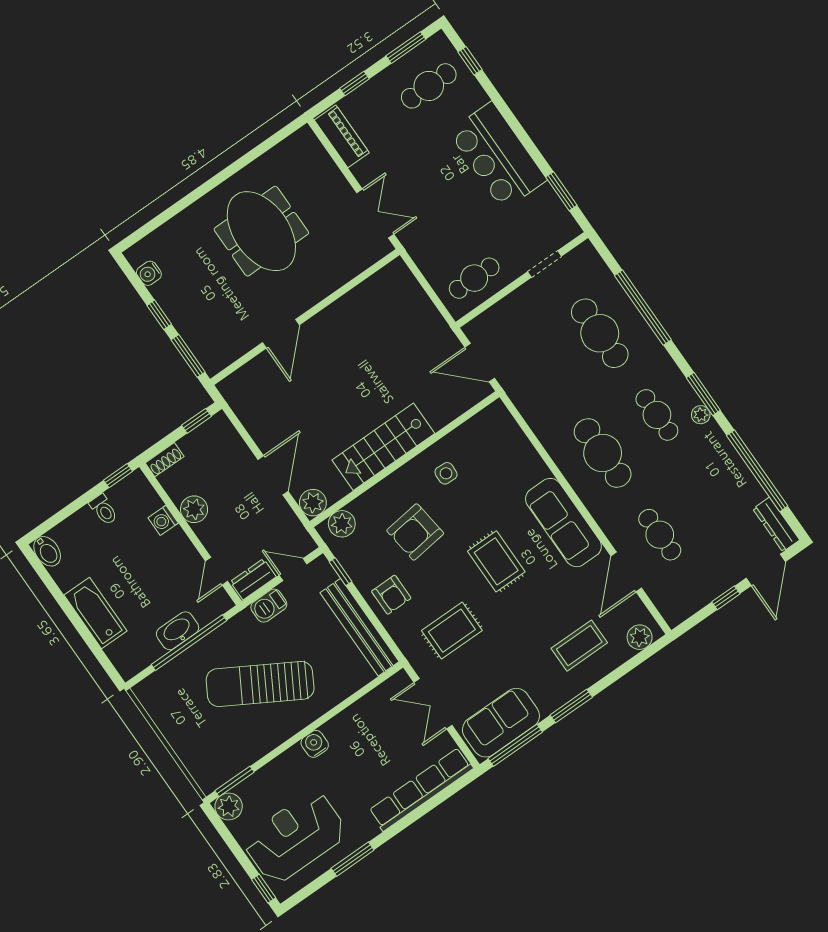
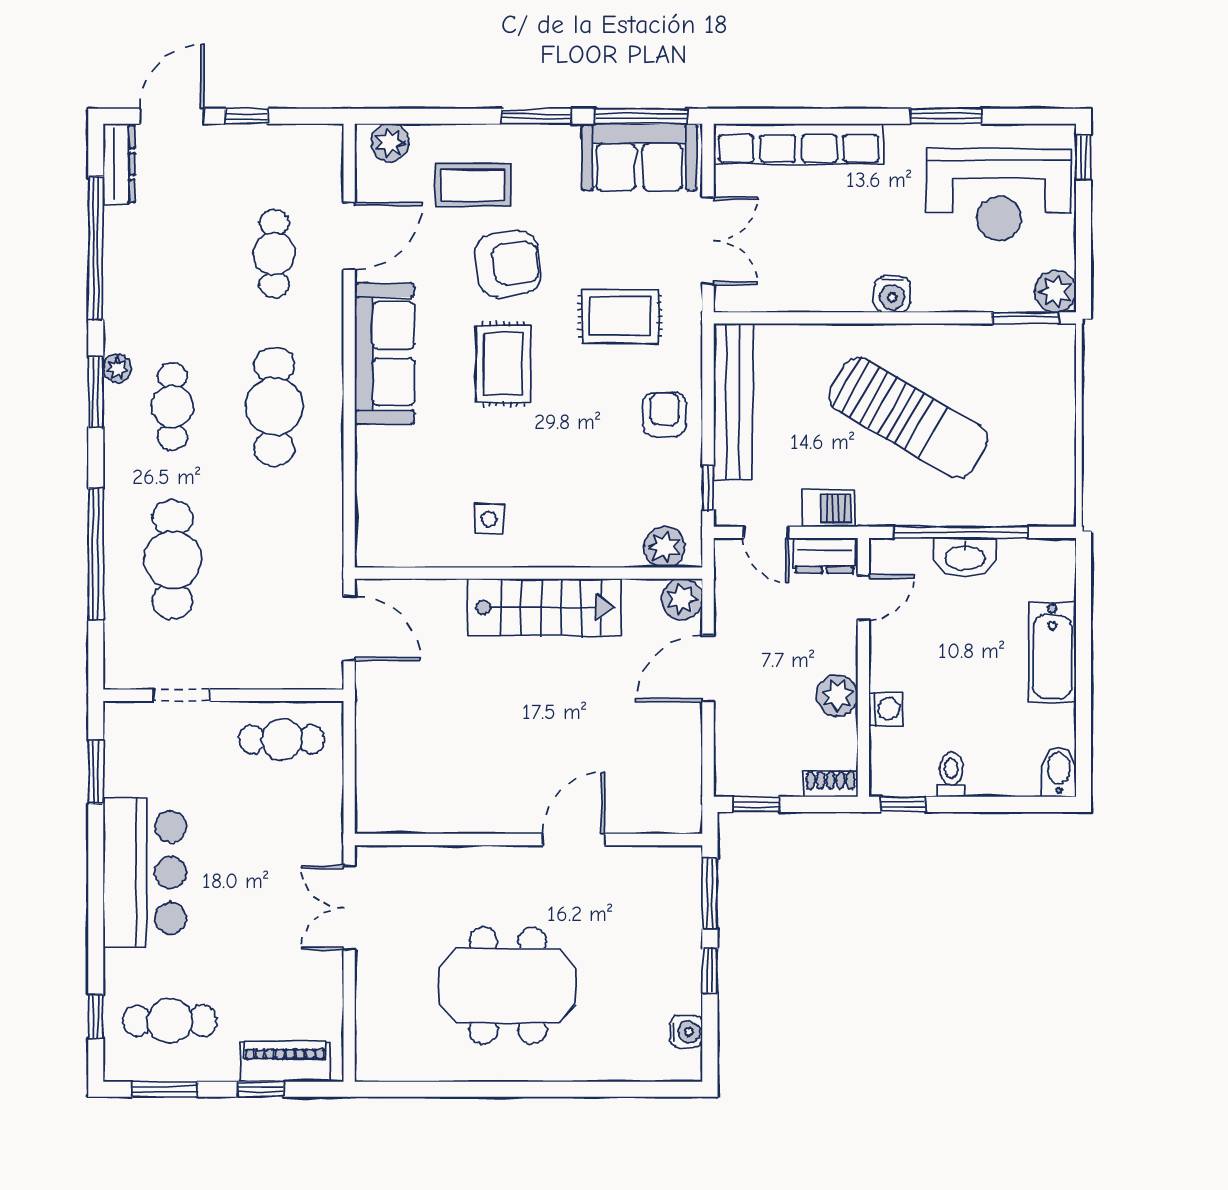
piano: (342, 136) -> (285, 1062), moved, turned 90
meeting table: (261, 231) -> (508, 986), turned 90
armchair: (415, 532) -> (508, 264), moved

